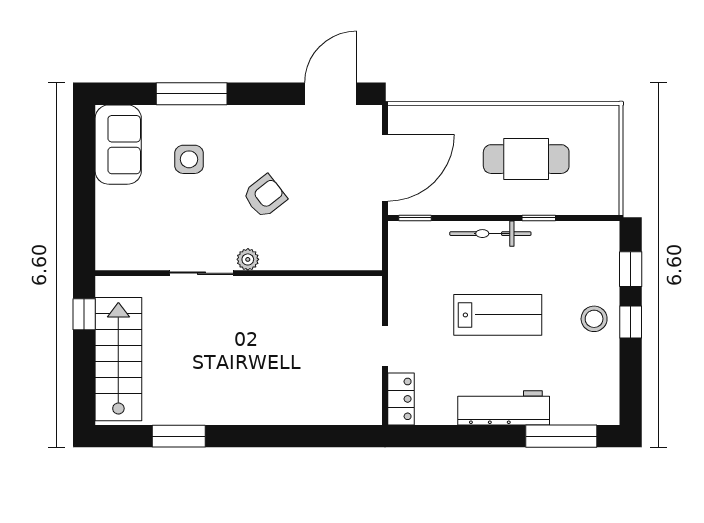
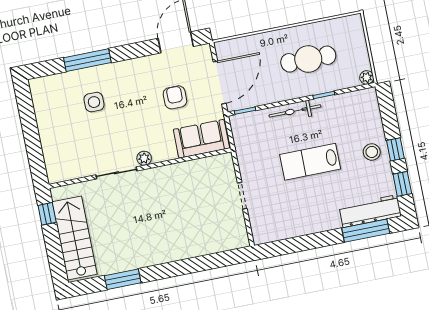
sofa: (118, 145) -> (201, 139), moved, turned -90
armchair: (265, 196) -> (175, 97), moved, turned -52
plant: (609, 205) -> (367, 77), added
window: (631, 269) -> (402, 184), moved
lab bench: (498, 315) -> (310, 162), turned 180
locker: (401, 399) -> (259, 227), removed
workbench: (504, 408) -> (370, 211), moved

